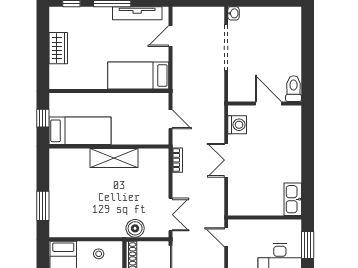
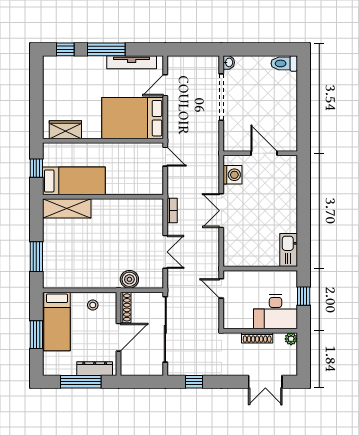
wardrobe: (58, 48) -> (65, 130), moved, turned -90
bed: (138, 76) -> (133, 118), width x1.50
toilet: (294, 89) -> (284, 63), moved, turned -90
door: (171, 119) -> (165, 157), moved
shelving: (114, 158) -> (67, 208), moved
double door: (171, 215) -> (165, 252), moved
window: (308, 245) -> (304, 296), width x0.67

